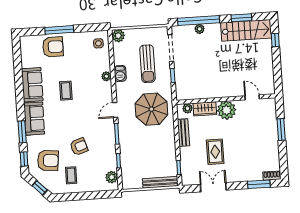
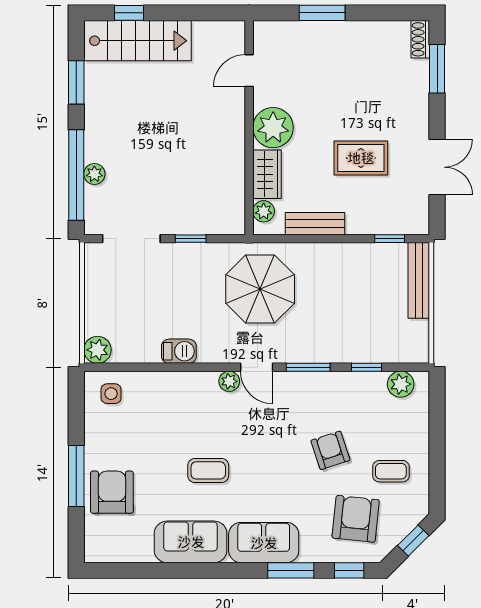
stairs: (246, 30) -> (138, 41), moved, turned 90
sun lounger: (147, 64) -> (162, 291), removed
plant: (106, 76) -> (229, 381), moved
double door: (213, 187) -> (437, 167), swing flipped

